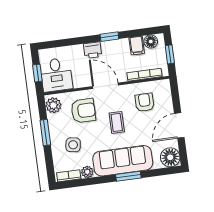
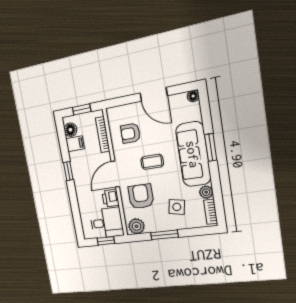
printer: (93, 50) -> (110, 198), moved, turned 180
floor lamp: (170, 157) -> (193, 96), width x0.53, depth x0.53

